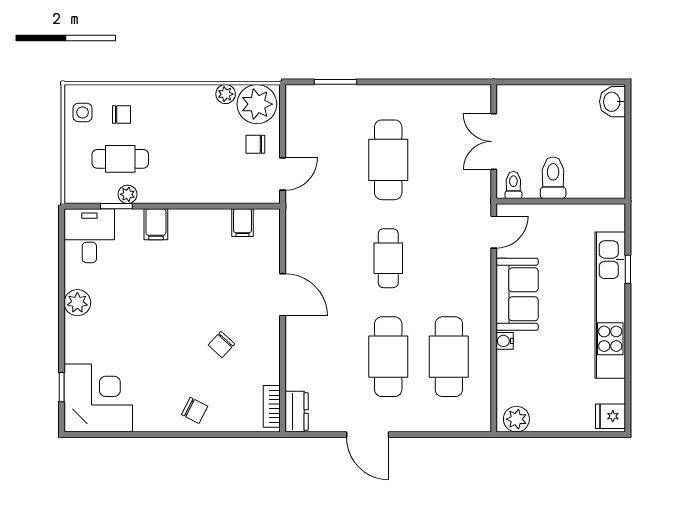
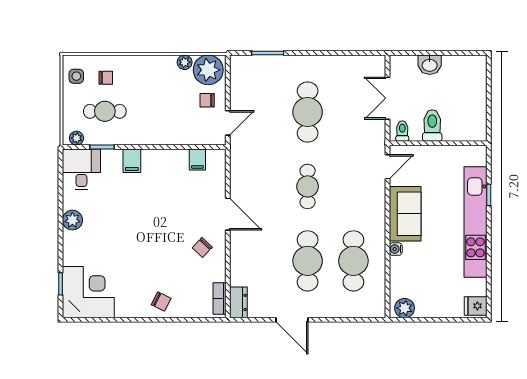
washbasin: (612, 102) -> (430, 65), moved, turned -90
plant: (128, 194) -> (76, 138), moved
chair: (221, 344) -> (202, 248), moved

